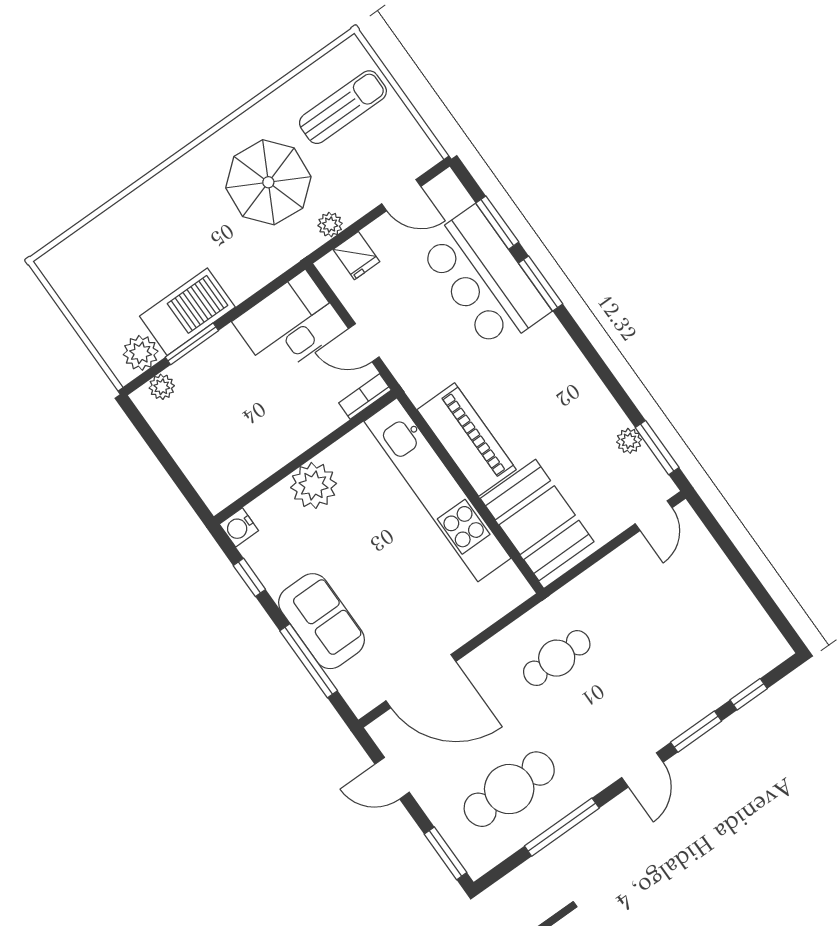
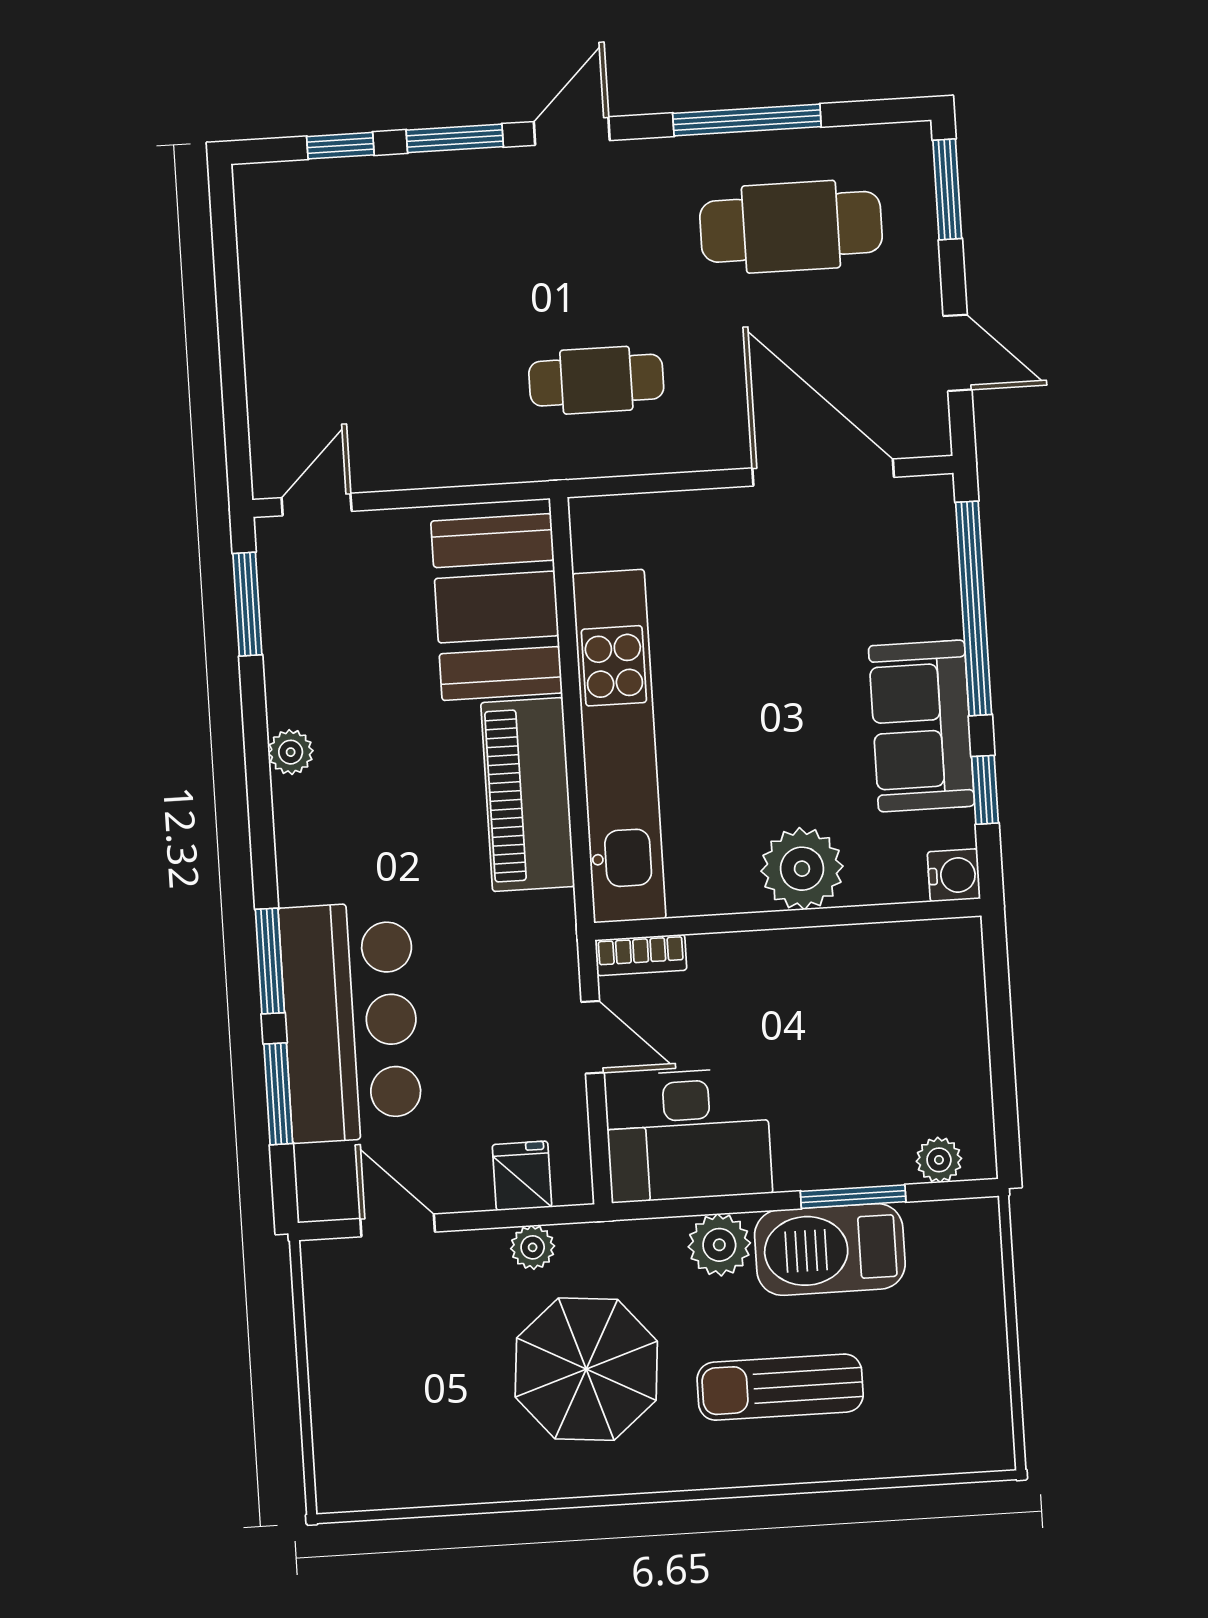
sun lounger: (343, 107) -> (780, 1387), moved
plant: (141, 353) -> (719, 1245), moved
plant: (629, 441) -> (291, 752), moved
sofa: (321, 621) -> (921, 726), moved
window: (309, 661) -> (974, 608), width x1.46

